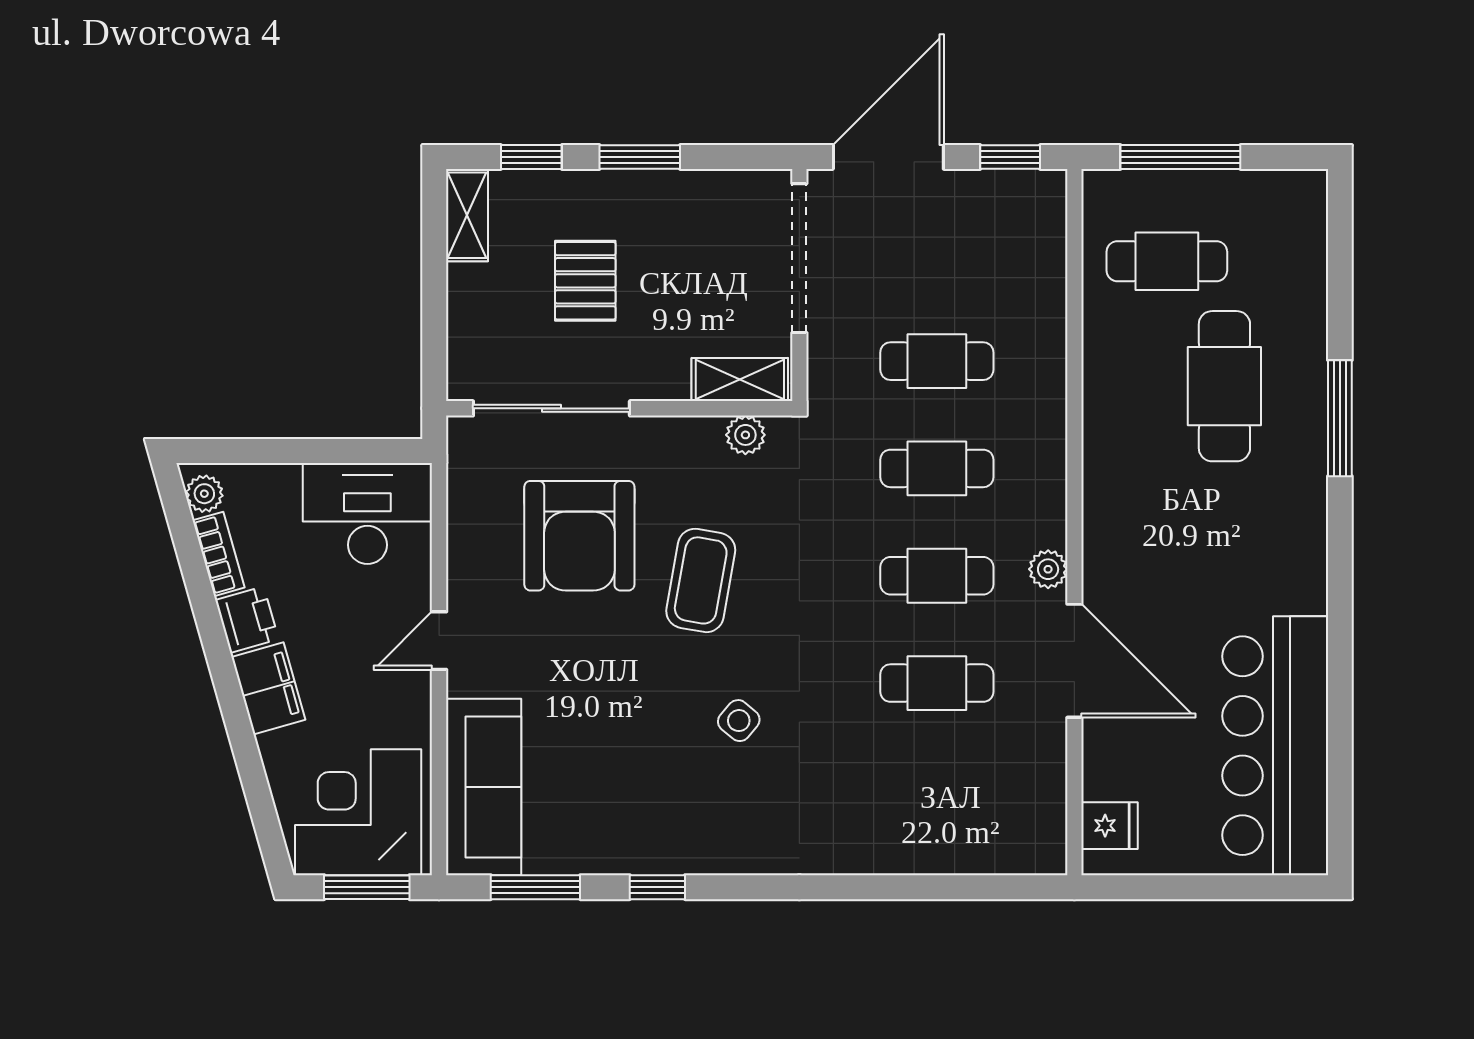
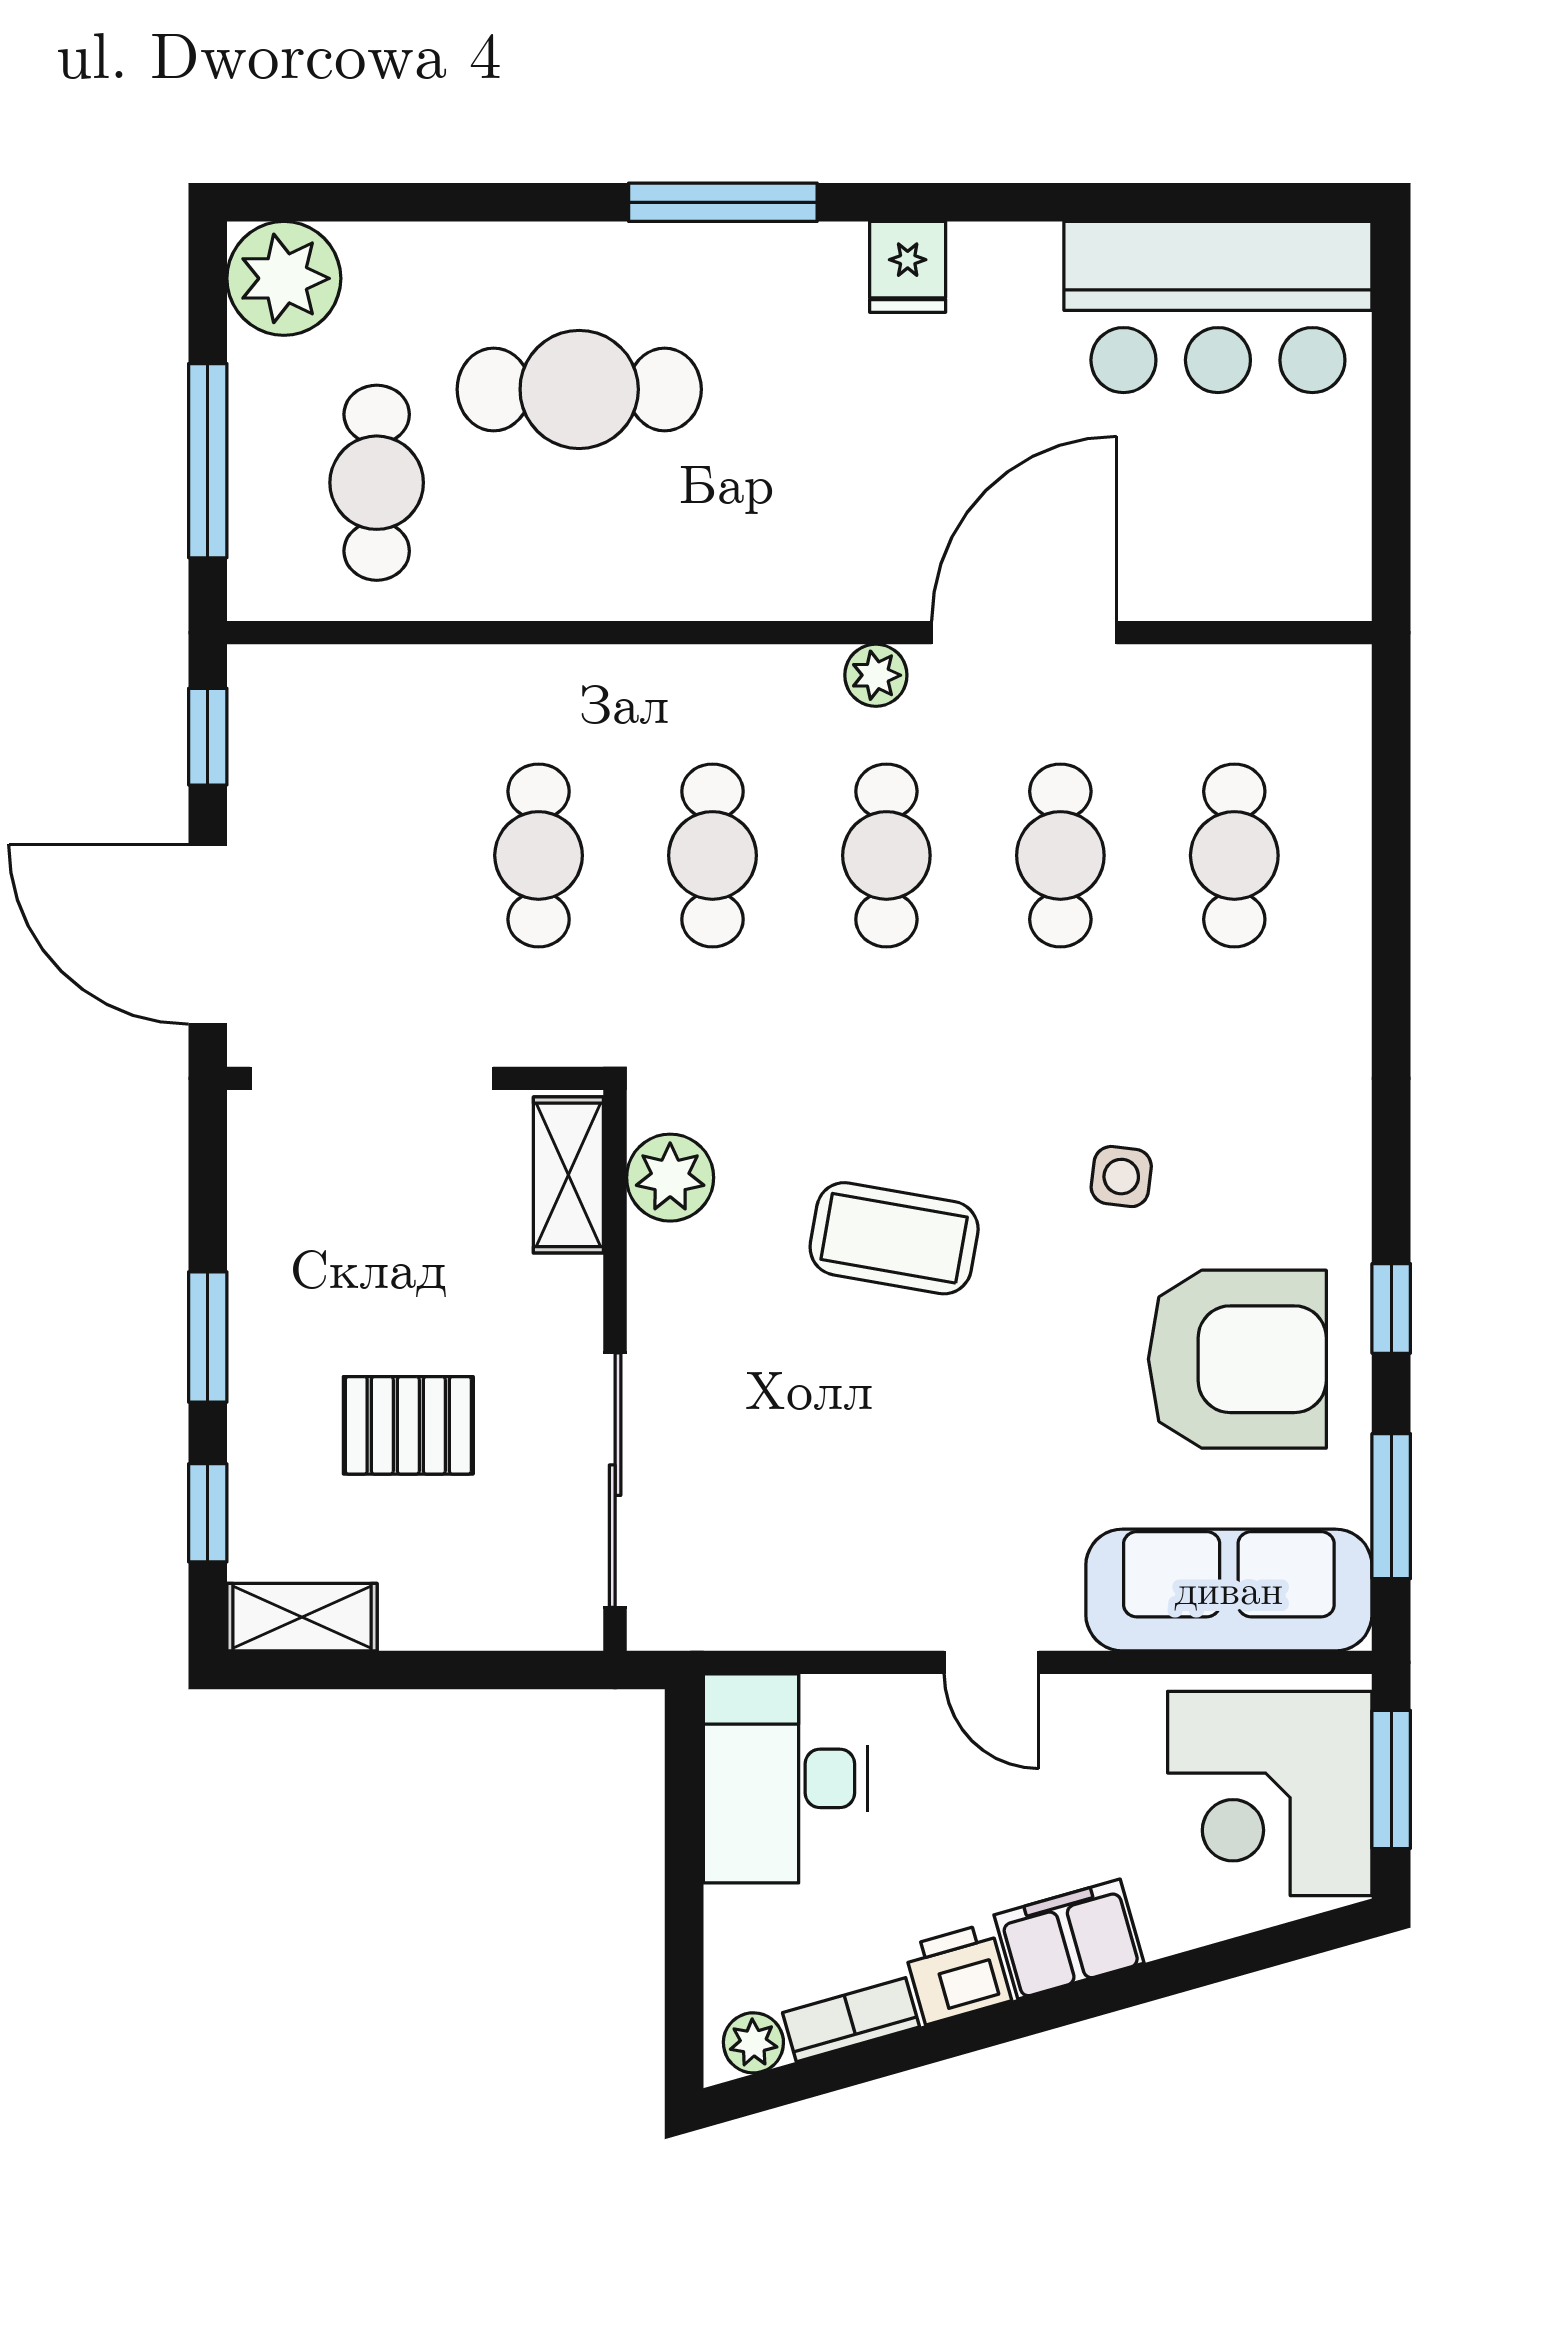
plant: (1293, 204) -> (284, 278), added
window: (1340, 418) -> (723, 202), moved
plant: (745, 435) -> (670, 1178), width x1.38, depth x1.38
armchair: (579, 536) -> (1237, 1359), moved
side table: (739, 721) -> (1121, 1177), turned -33
bar counter: (1275, 746) -> (1218, 307), width x0.73
cafe table: (937, 790) -> (1234, 855), added
fridge: (1110, 826) -> (908, 267), moved, turned 180

